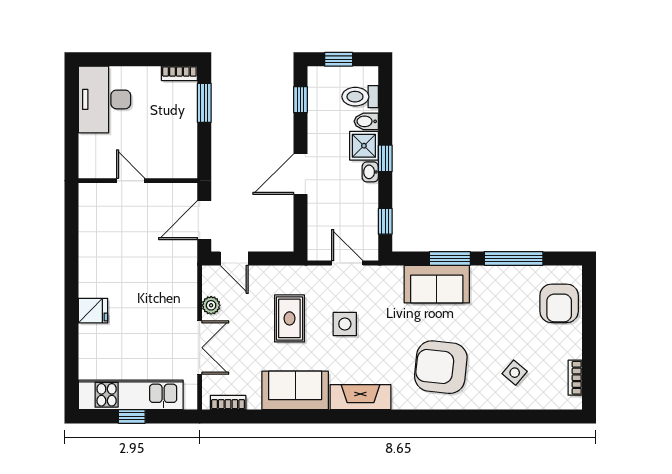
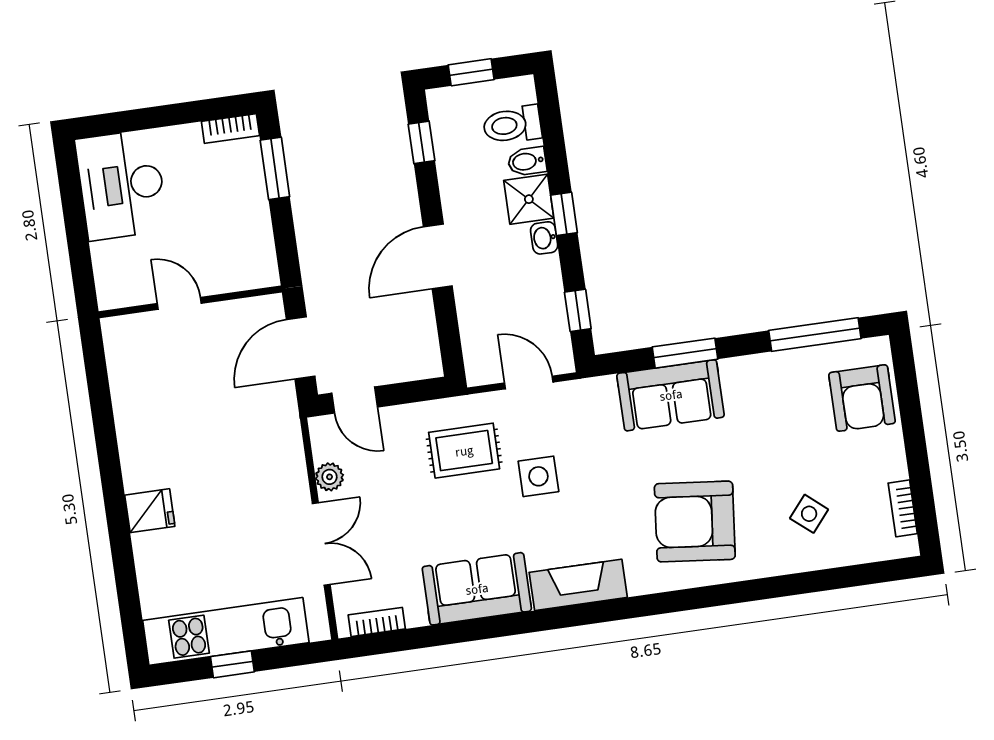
window: (514, 258) -> (815, 335), moved
rug: (289, 318) -> (464, 451), moved, turned 90

